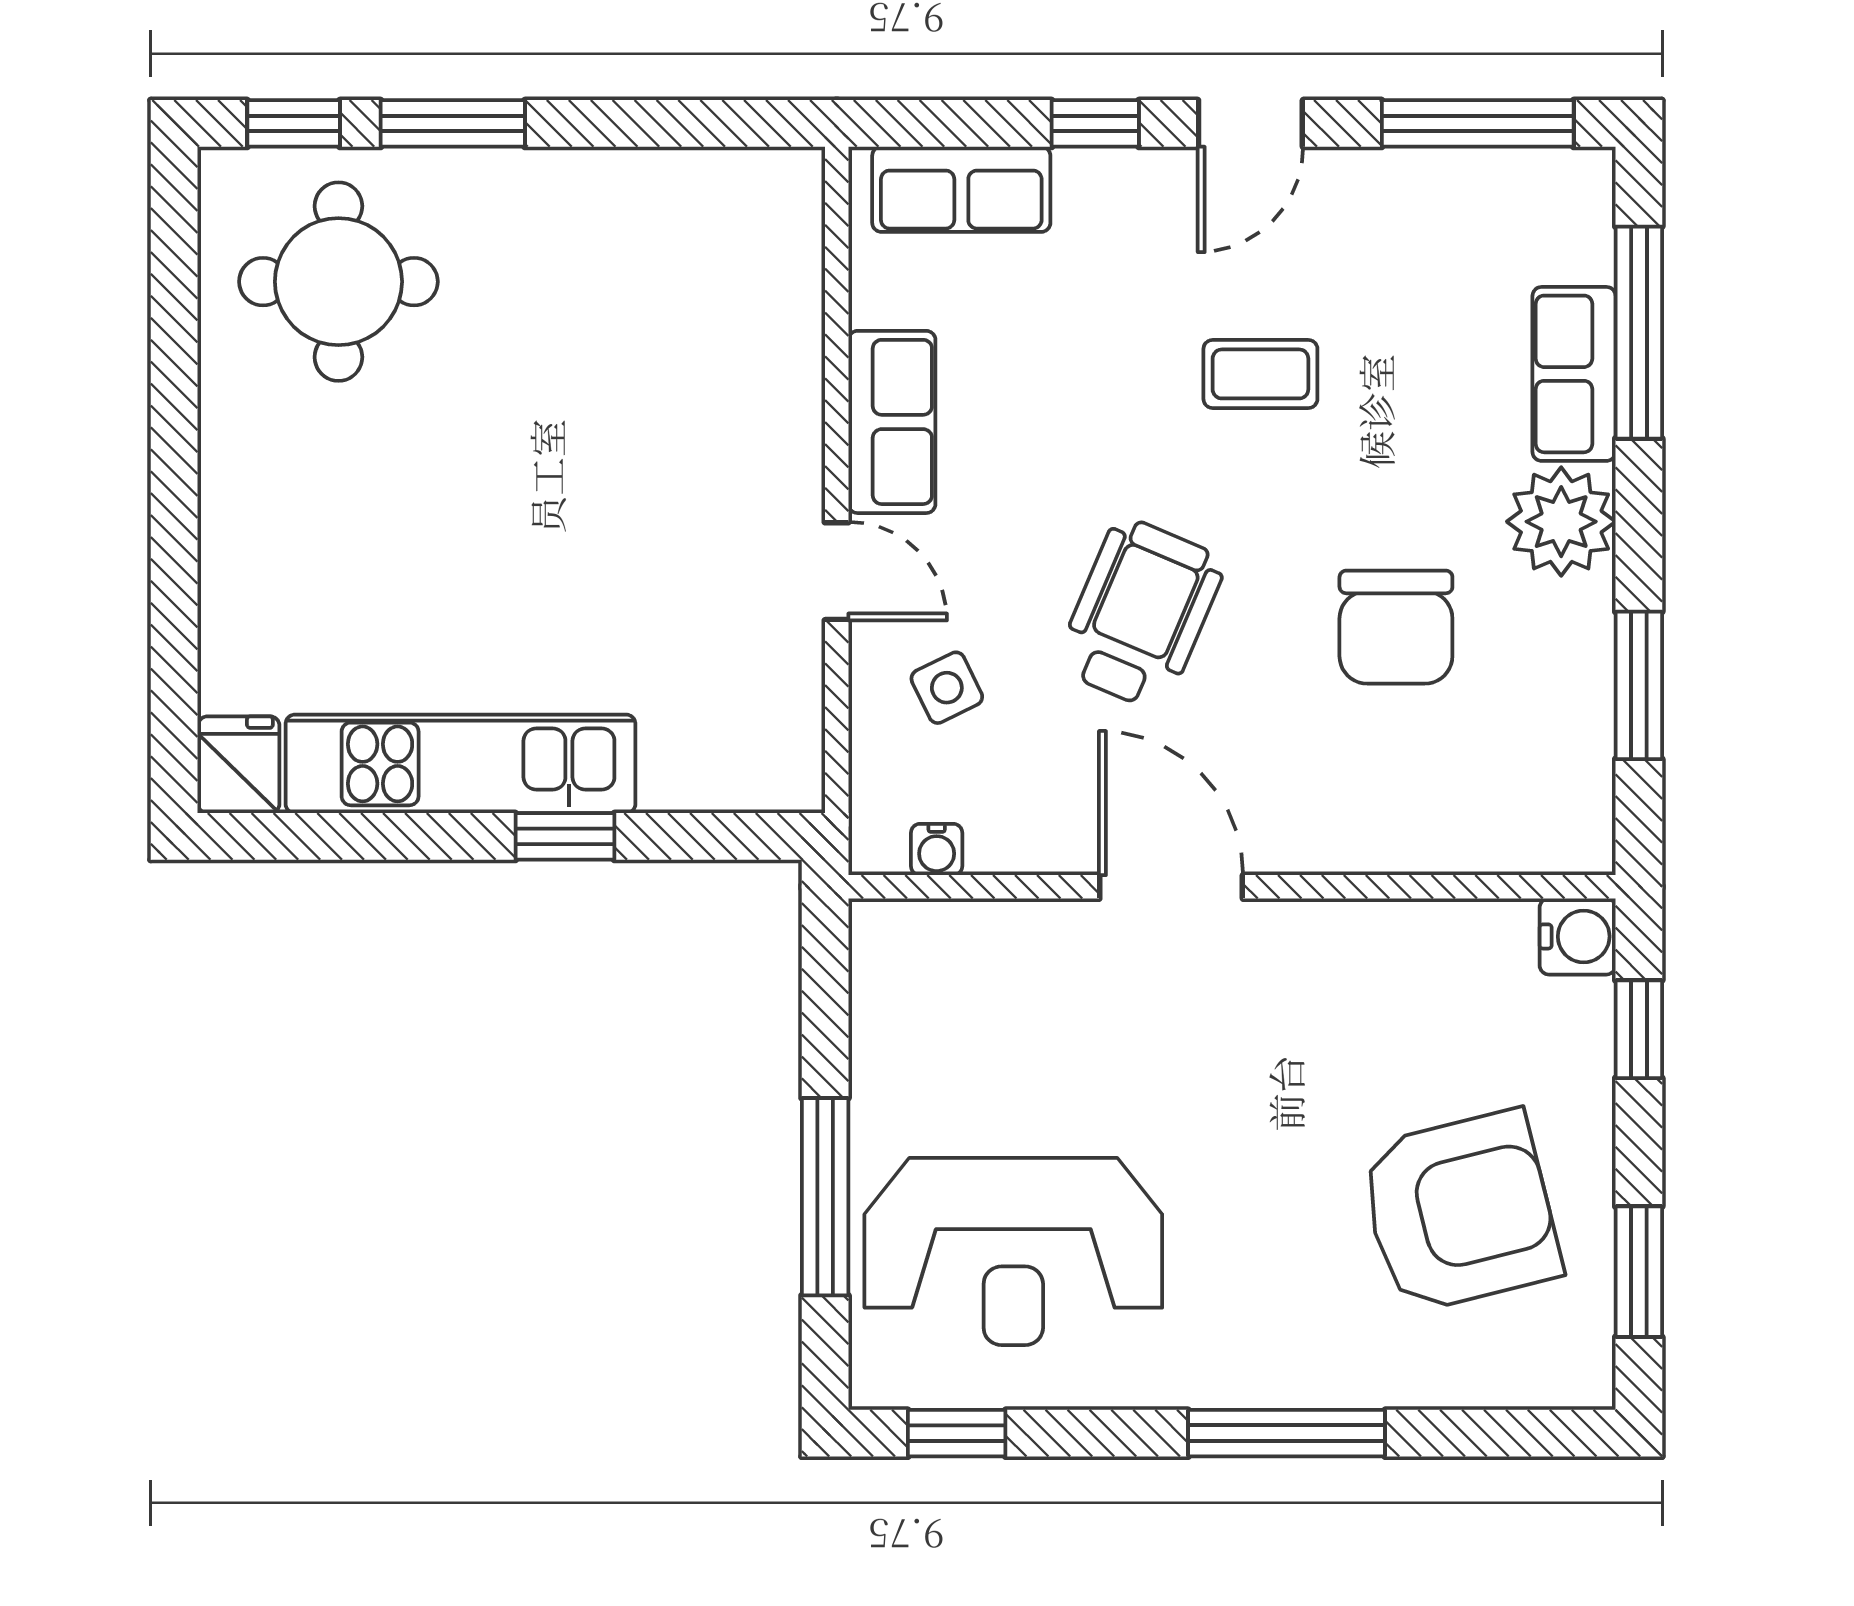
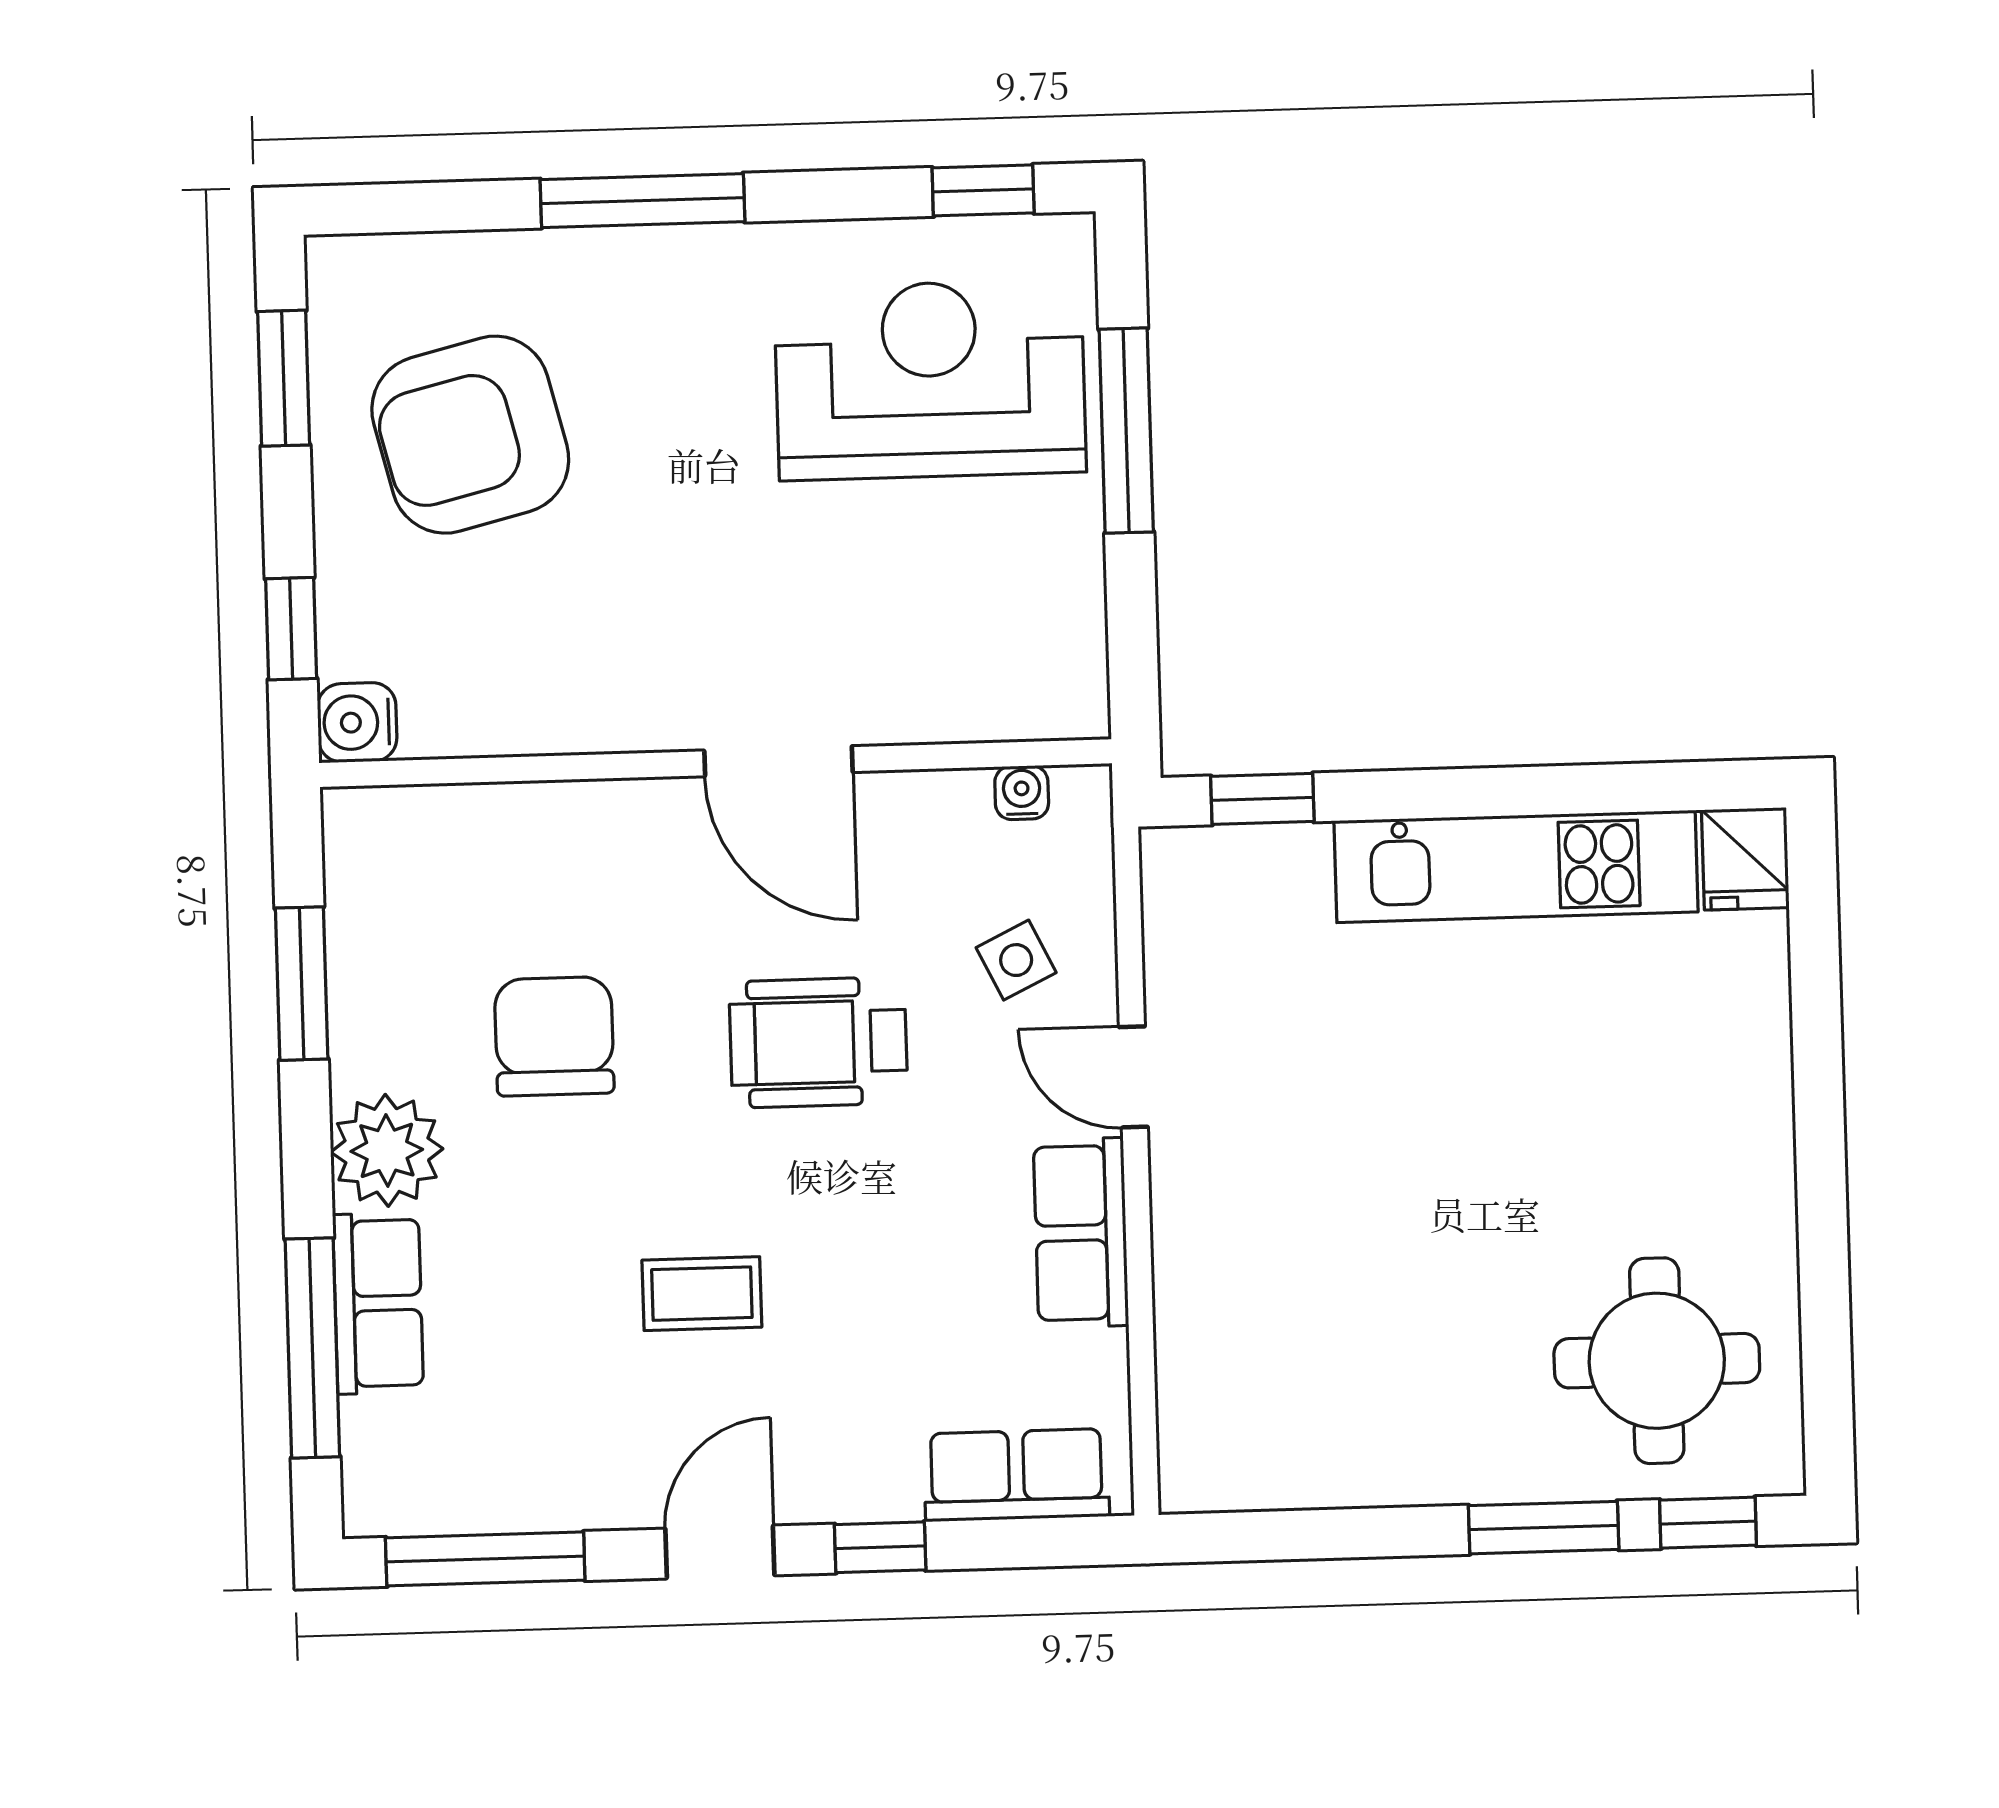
wheelchair: (1140, 614) -> (818, 1042), turned 67
window: (565, 836) -> (1262, 799), moved

